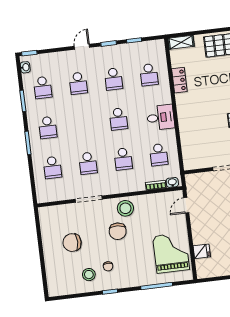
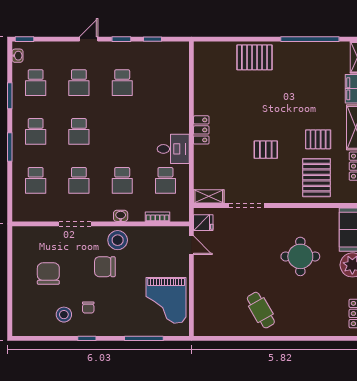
shelving: (181, 42) -> (209, 196), moved
school desk: (149, 75) -> (165, 83), removed
locker: (179, 80) -> (201, 130), moved
desk: (161, 117) -> (173, 149), moved
school desk: (118, 119) -> (79, 131), moved
washbasin: (172, 182) -> (121, 216), moved
door: (186, 205) -> (191, 245), swing flipped
chair: (118, 231) -> (105, 267), turned 87
chair: (72, 243) -> (48, 274), turned 90
fridge: (202, 251) -> (203, 223), moved
grand piano: (171, 253) -> (166, 300), turned 180

